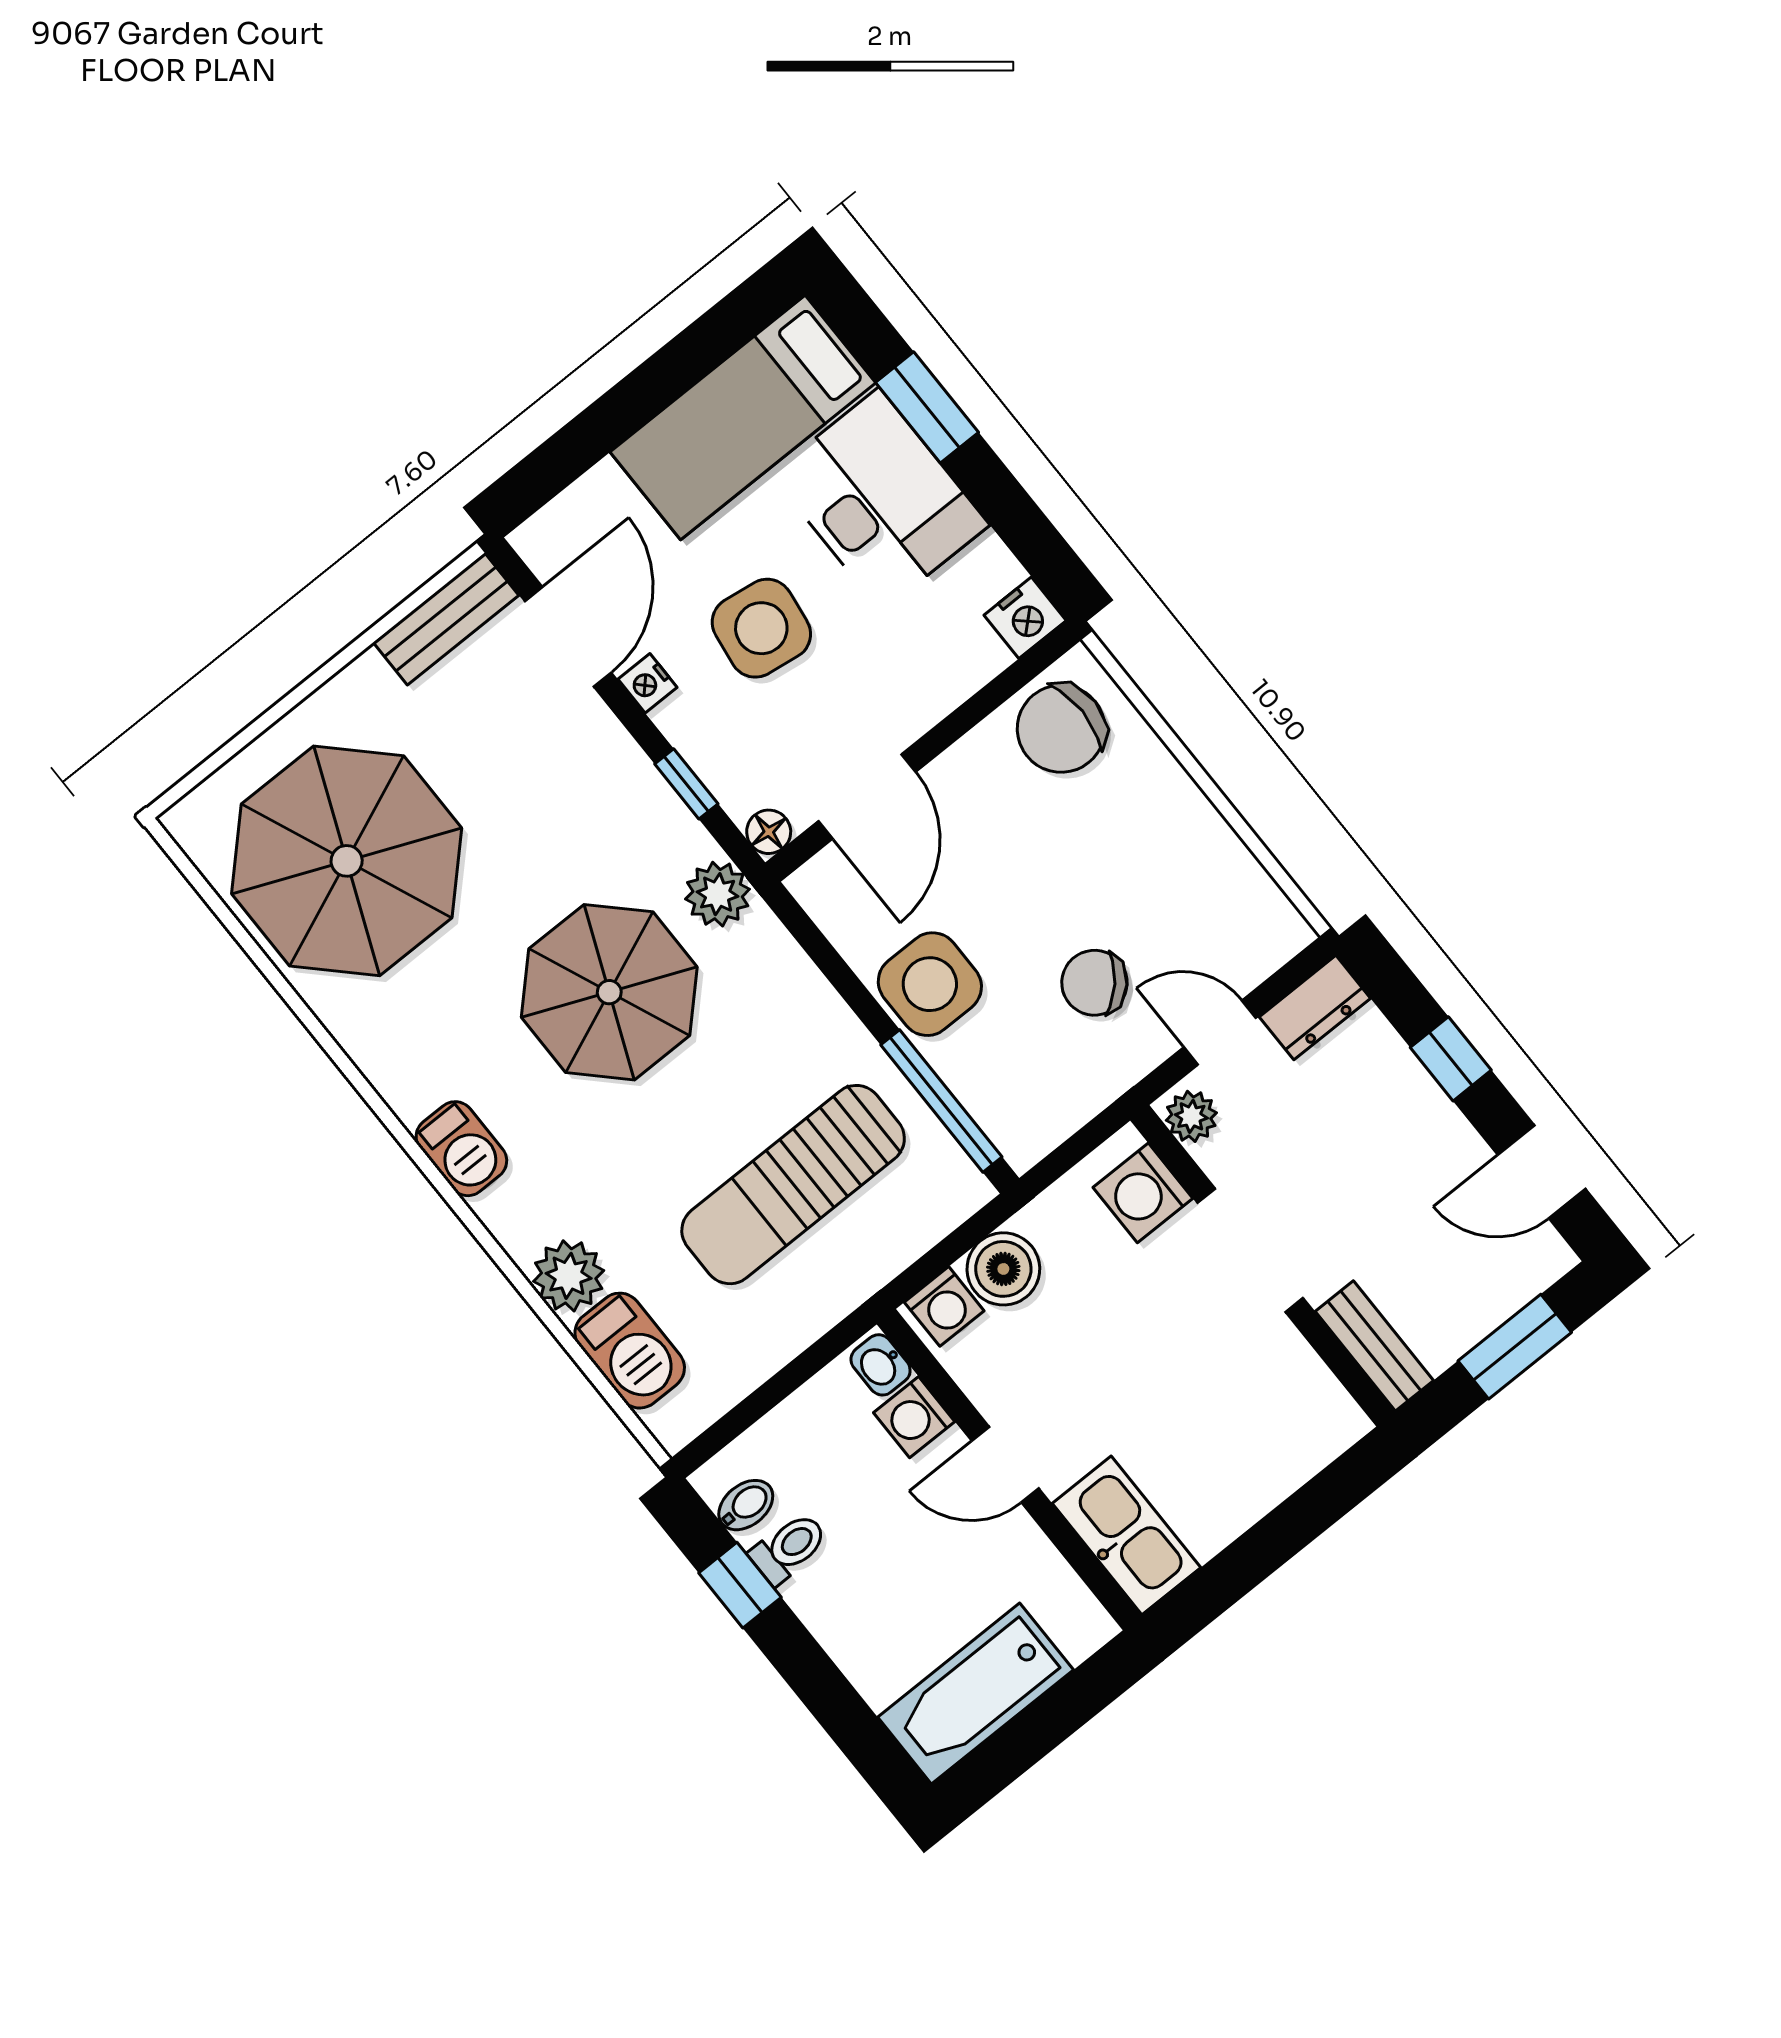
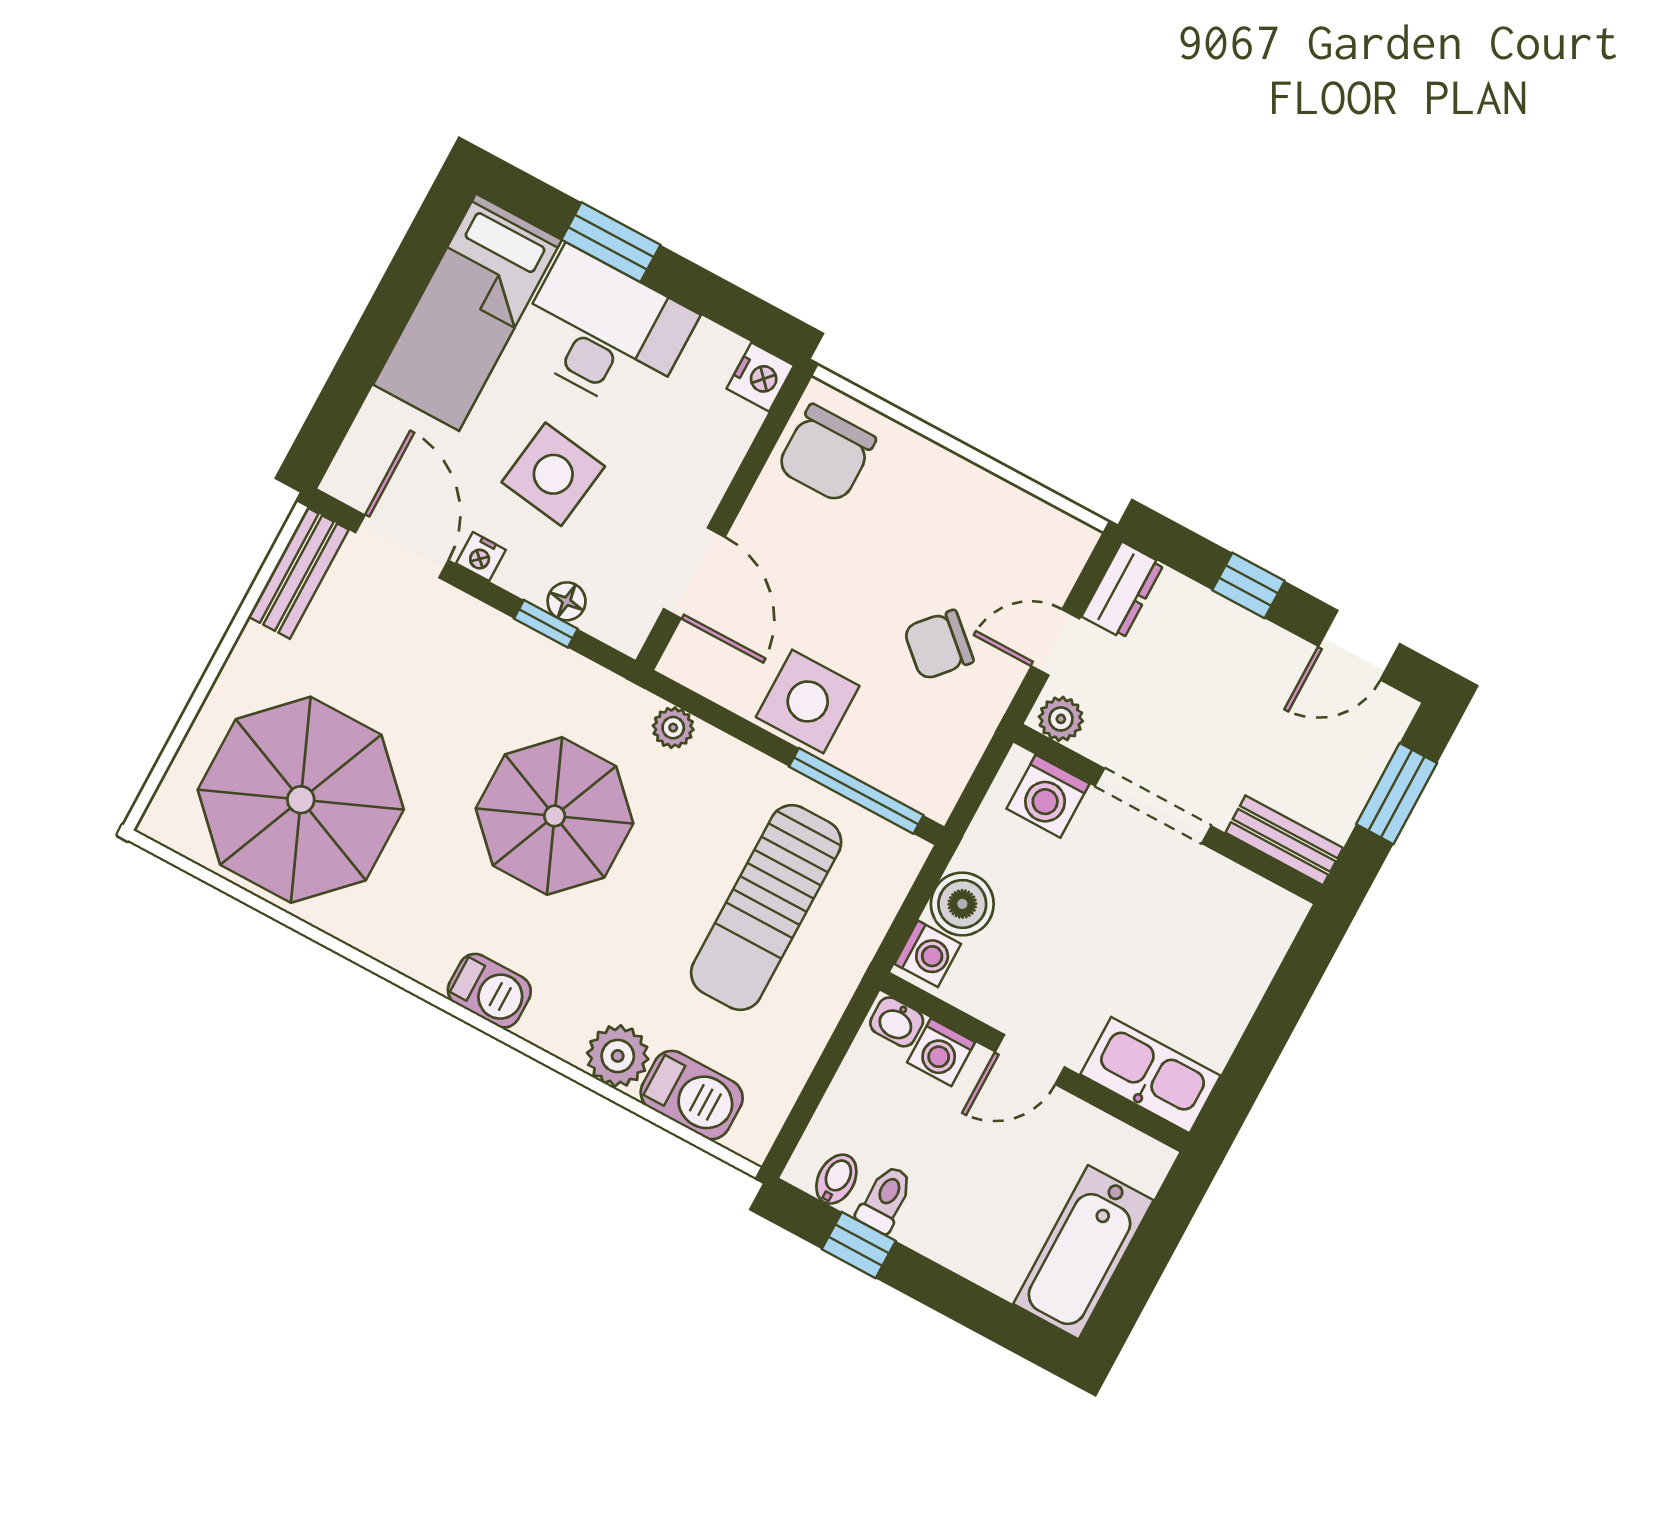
floor lamp: (769, 832) -> (567, 601), moved
plant: (718, 894) -> (673, 728), moved, width x0.73, depth x0.73

